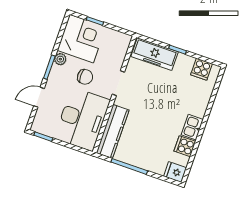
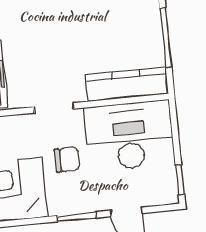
plant: (60, 59) -> (58, 206), removed
chair: (85, 77) -> (67, 160), turned 90

